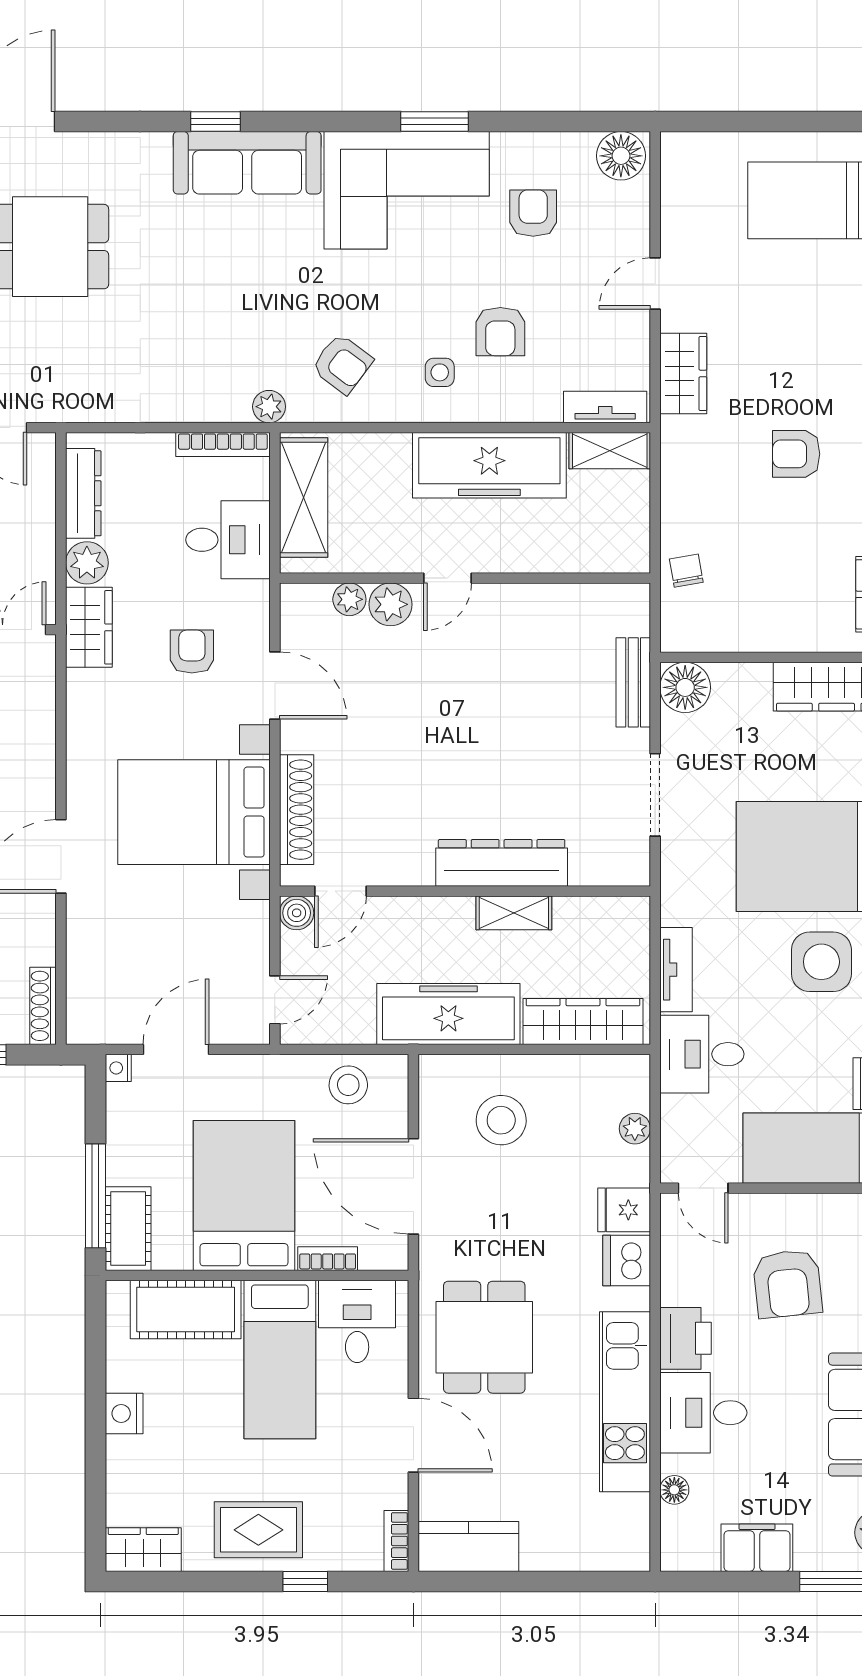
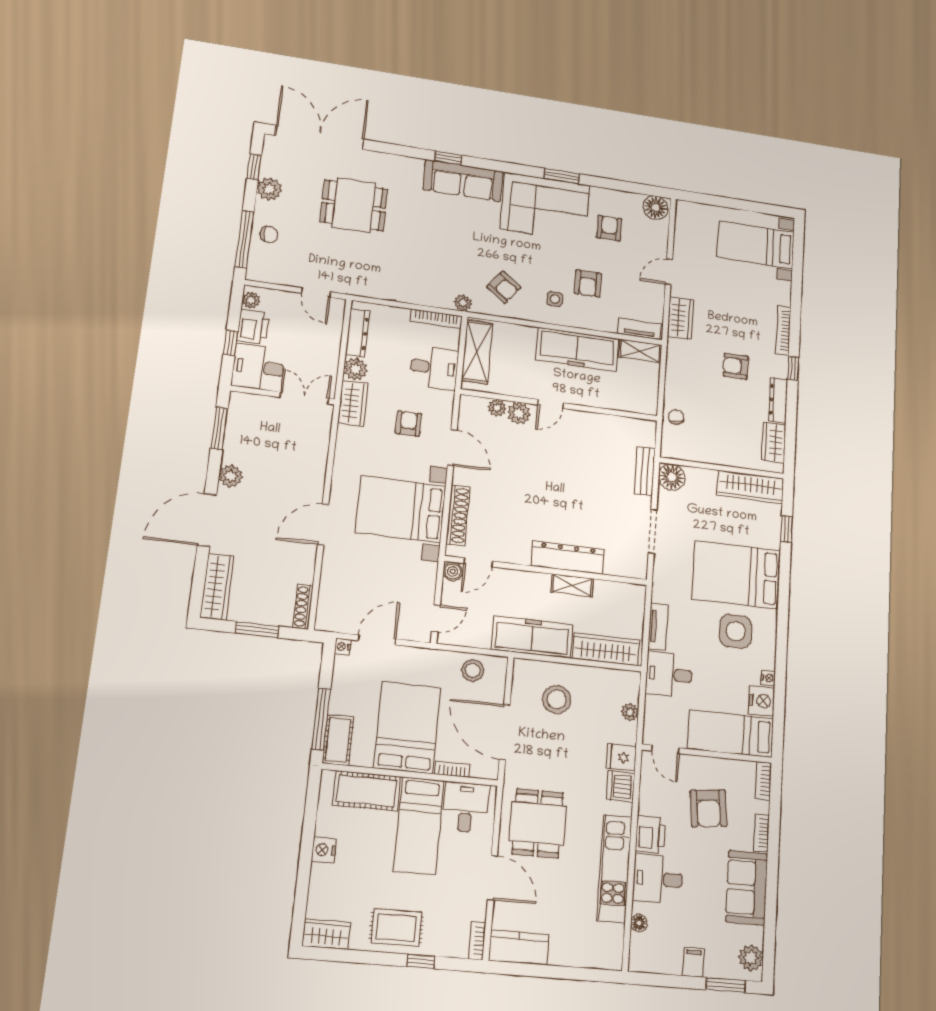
filing cabinet: (757, 1548) -> (693, 962), width x0.50

